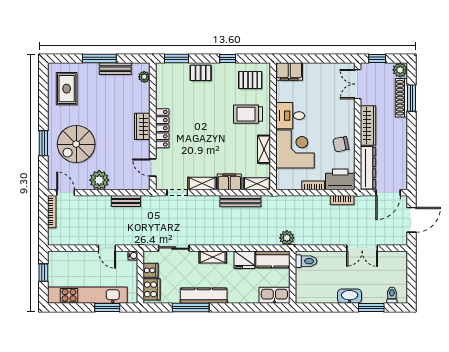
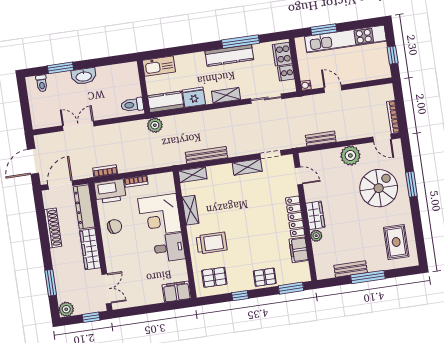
plant: (144, 77) -> (316, 236), moved
shoe rack: (401, 98) -> (53, 228), moved
filing cabinet: (229, 182) -> (299, 250), moved, turned 90

